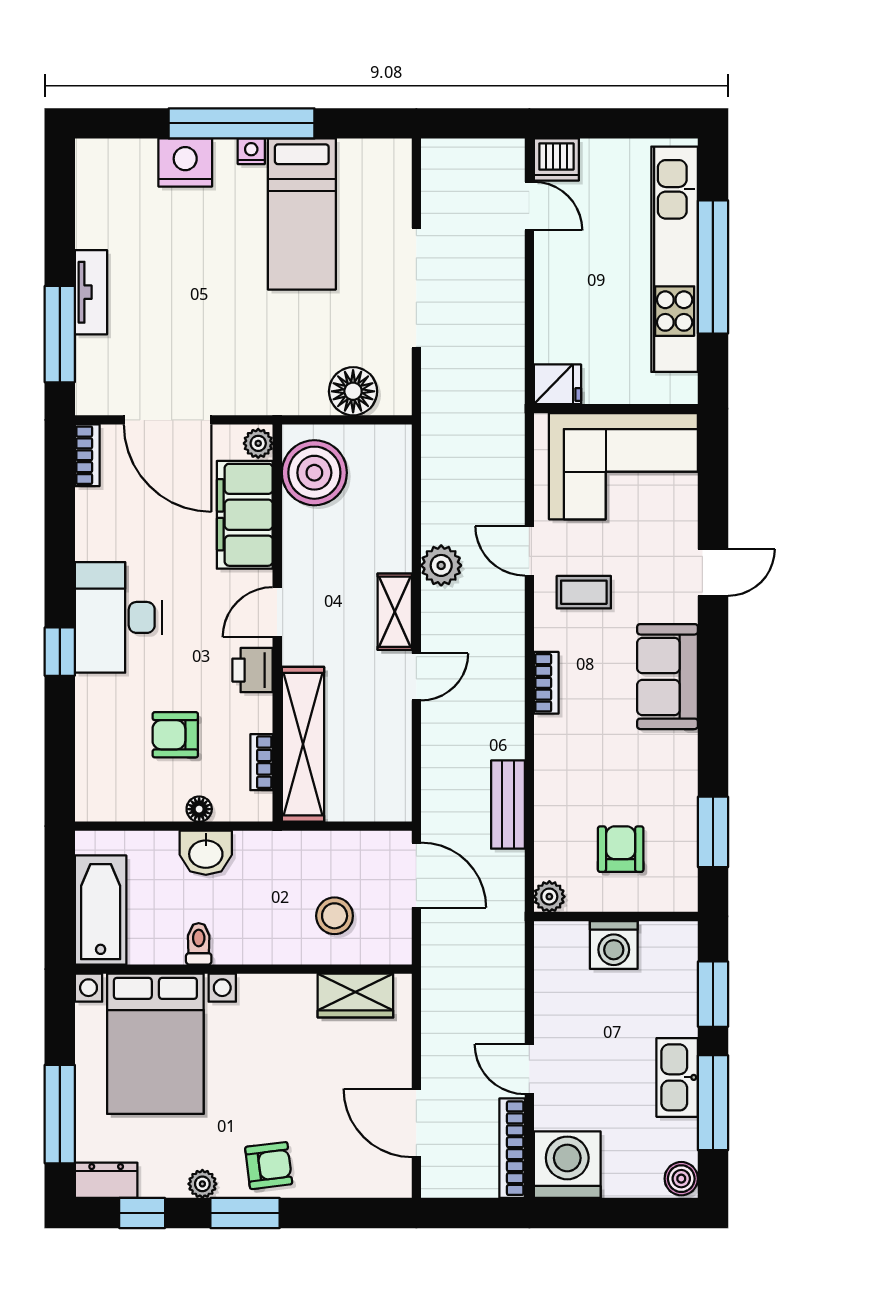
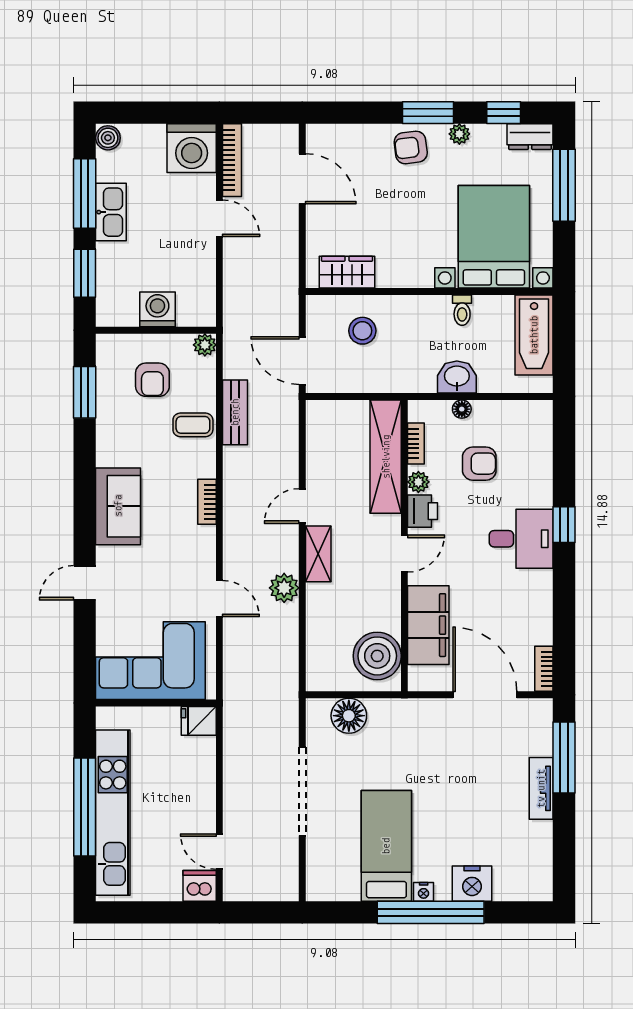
plant: (258, 443) -> (418, 482), moved
coffee table: (584, 592) -> (193, 425), moved
desk: (118, 617) -> (521, 539), width x0.73

